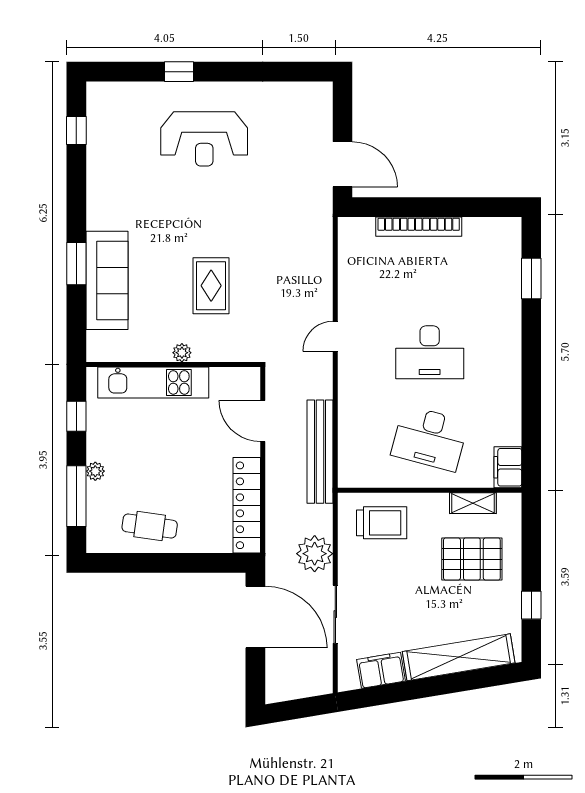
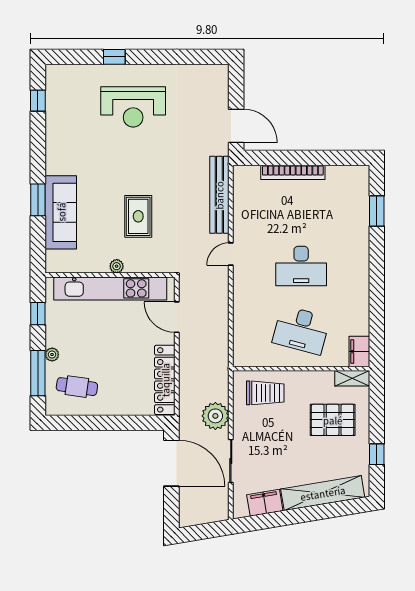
kitchen unit: (153, 382) -> (110, 288), width x1.36
bench: (320, 452) -> (219, 195), moved
shelving: (473, 503) -> (352, 378), moved
cafe table: (150, 526) -> (77, 387), moved

